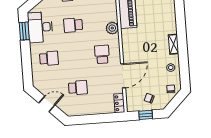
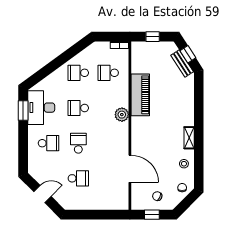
school desk: (102, 54) -> (78, 143), moved
door: (123, 76) -> (130, 169), hinge flipped
locker: (119, 103) -> (123, 199), removed

